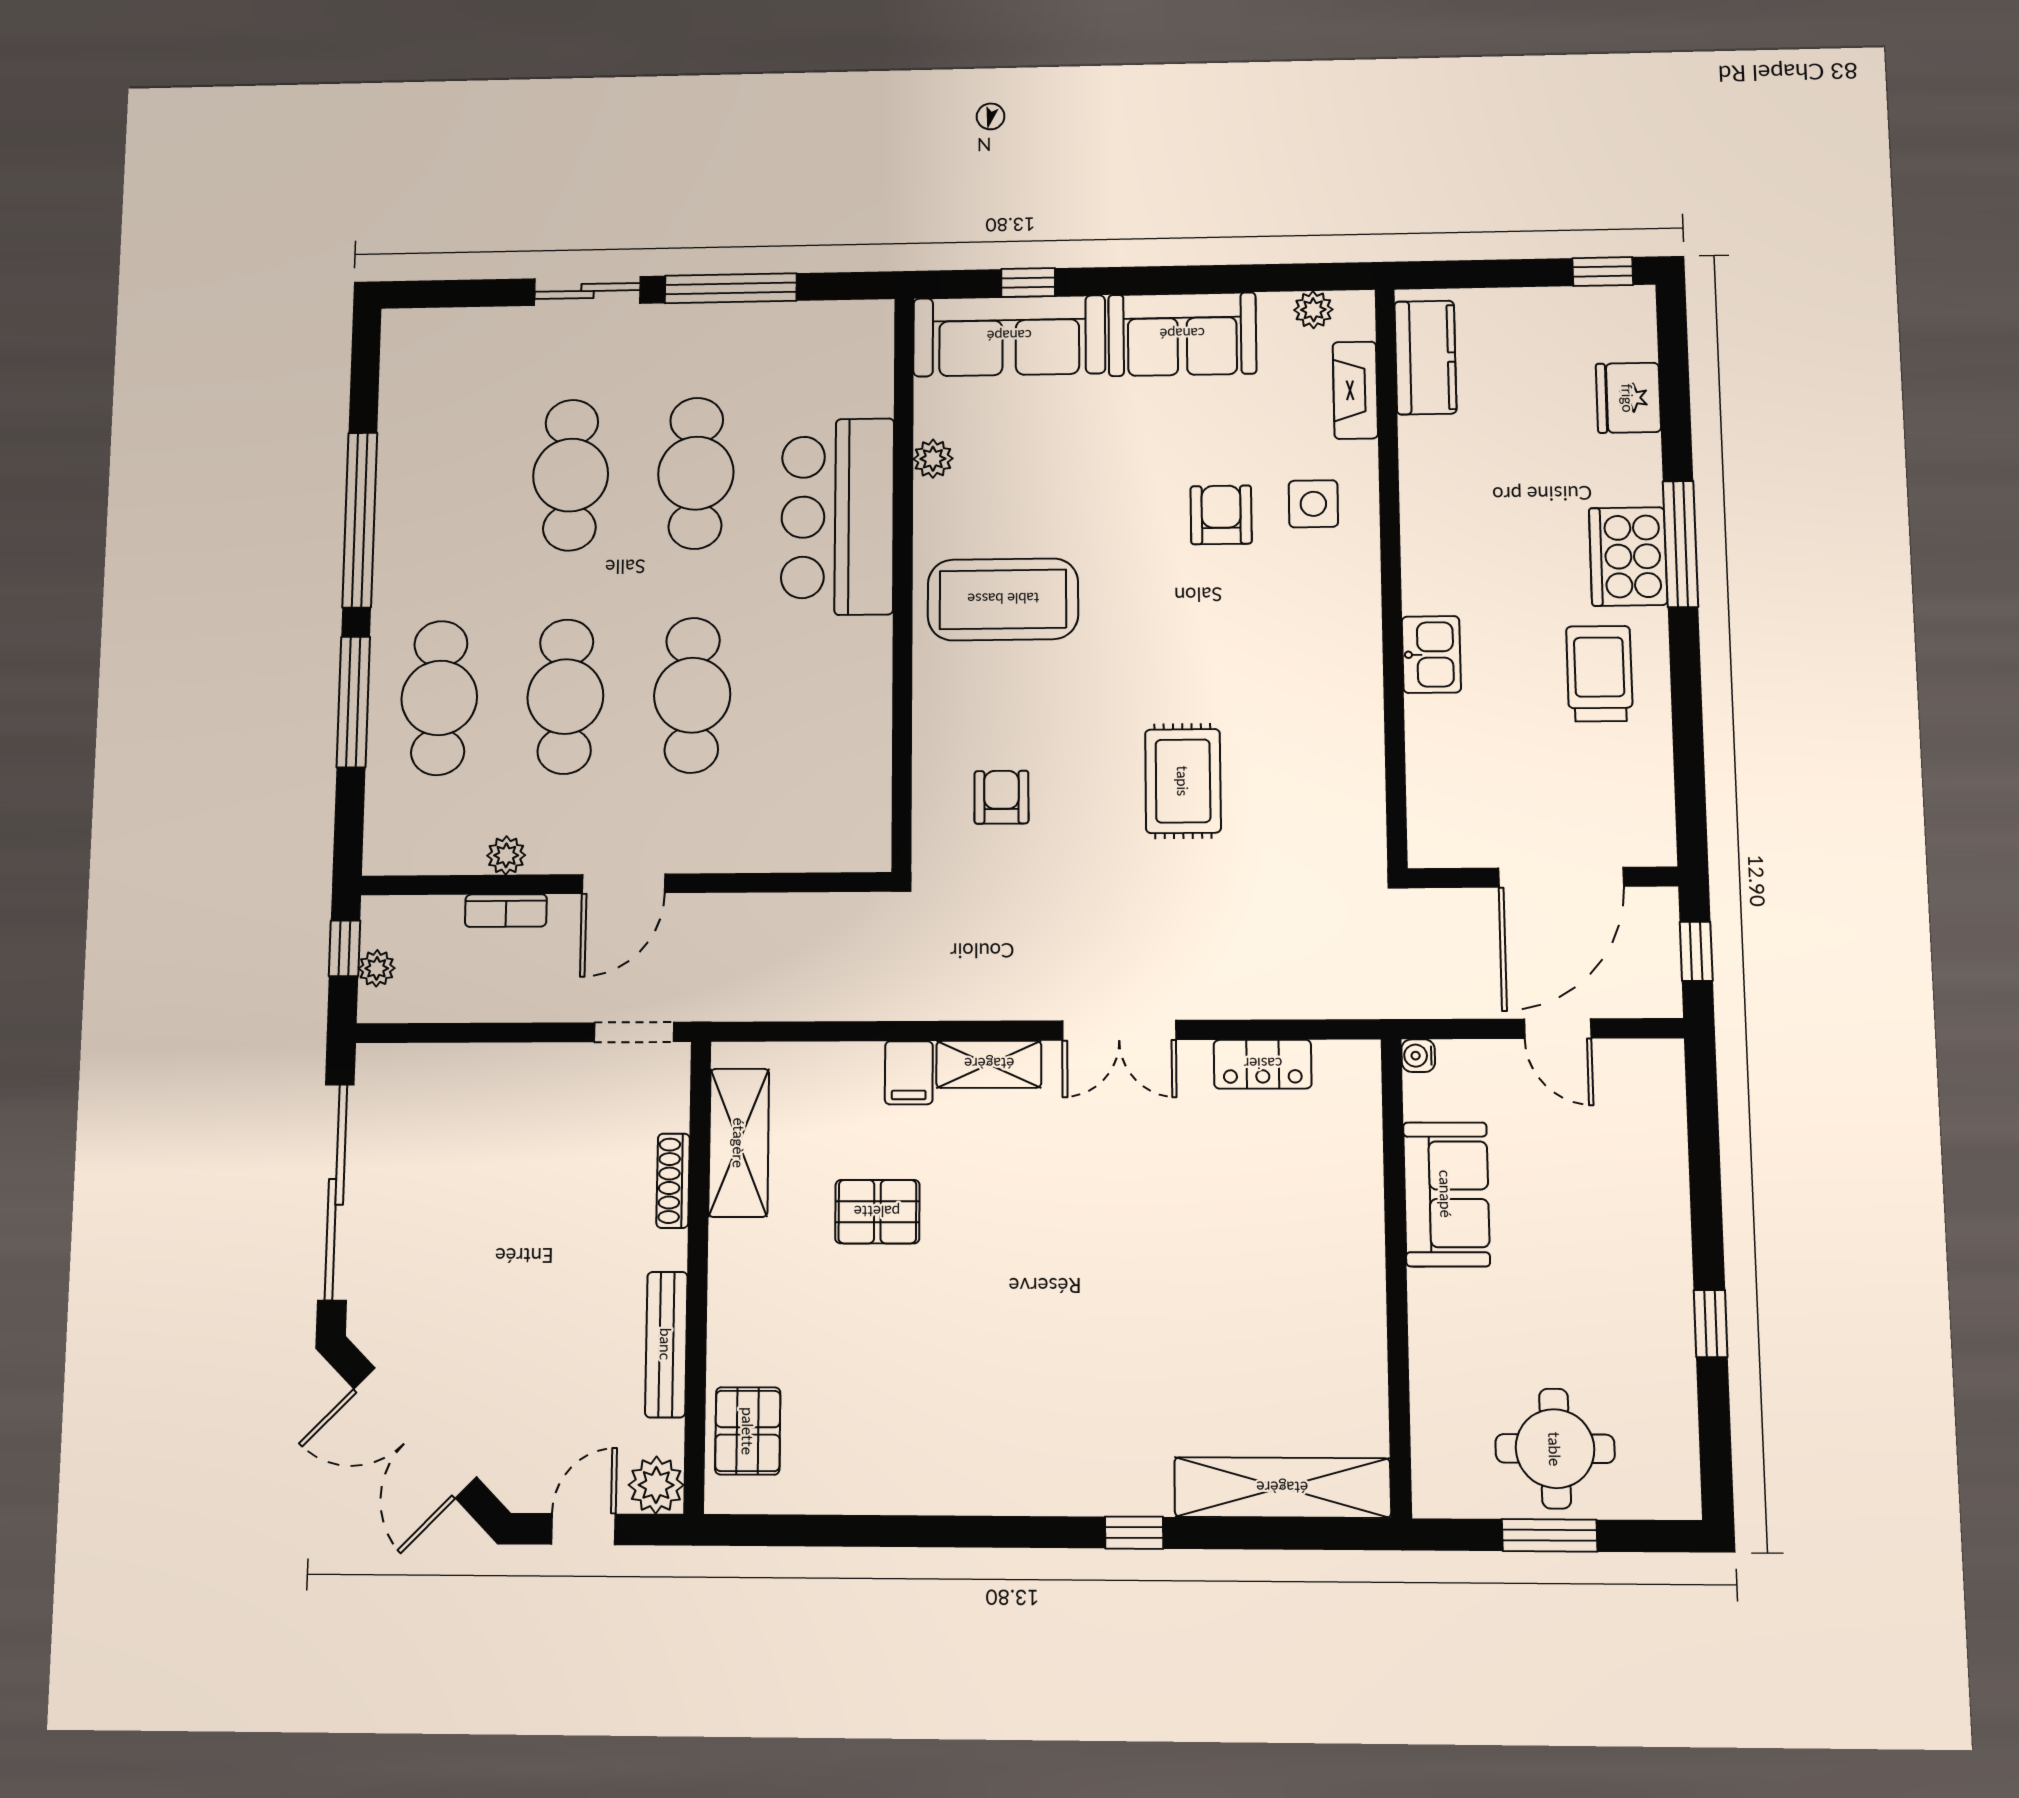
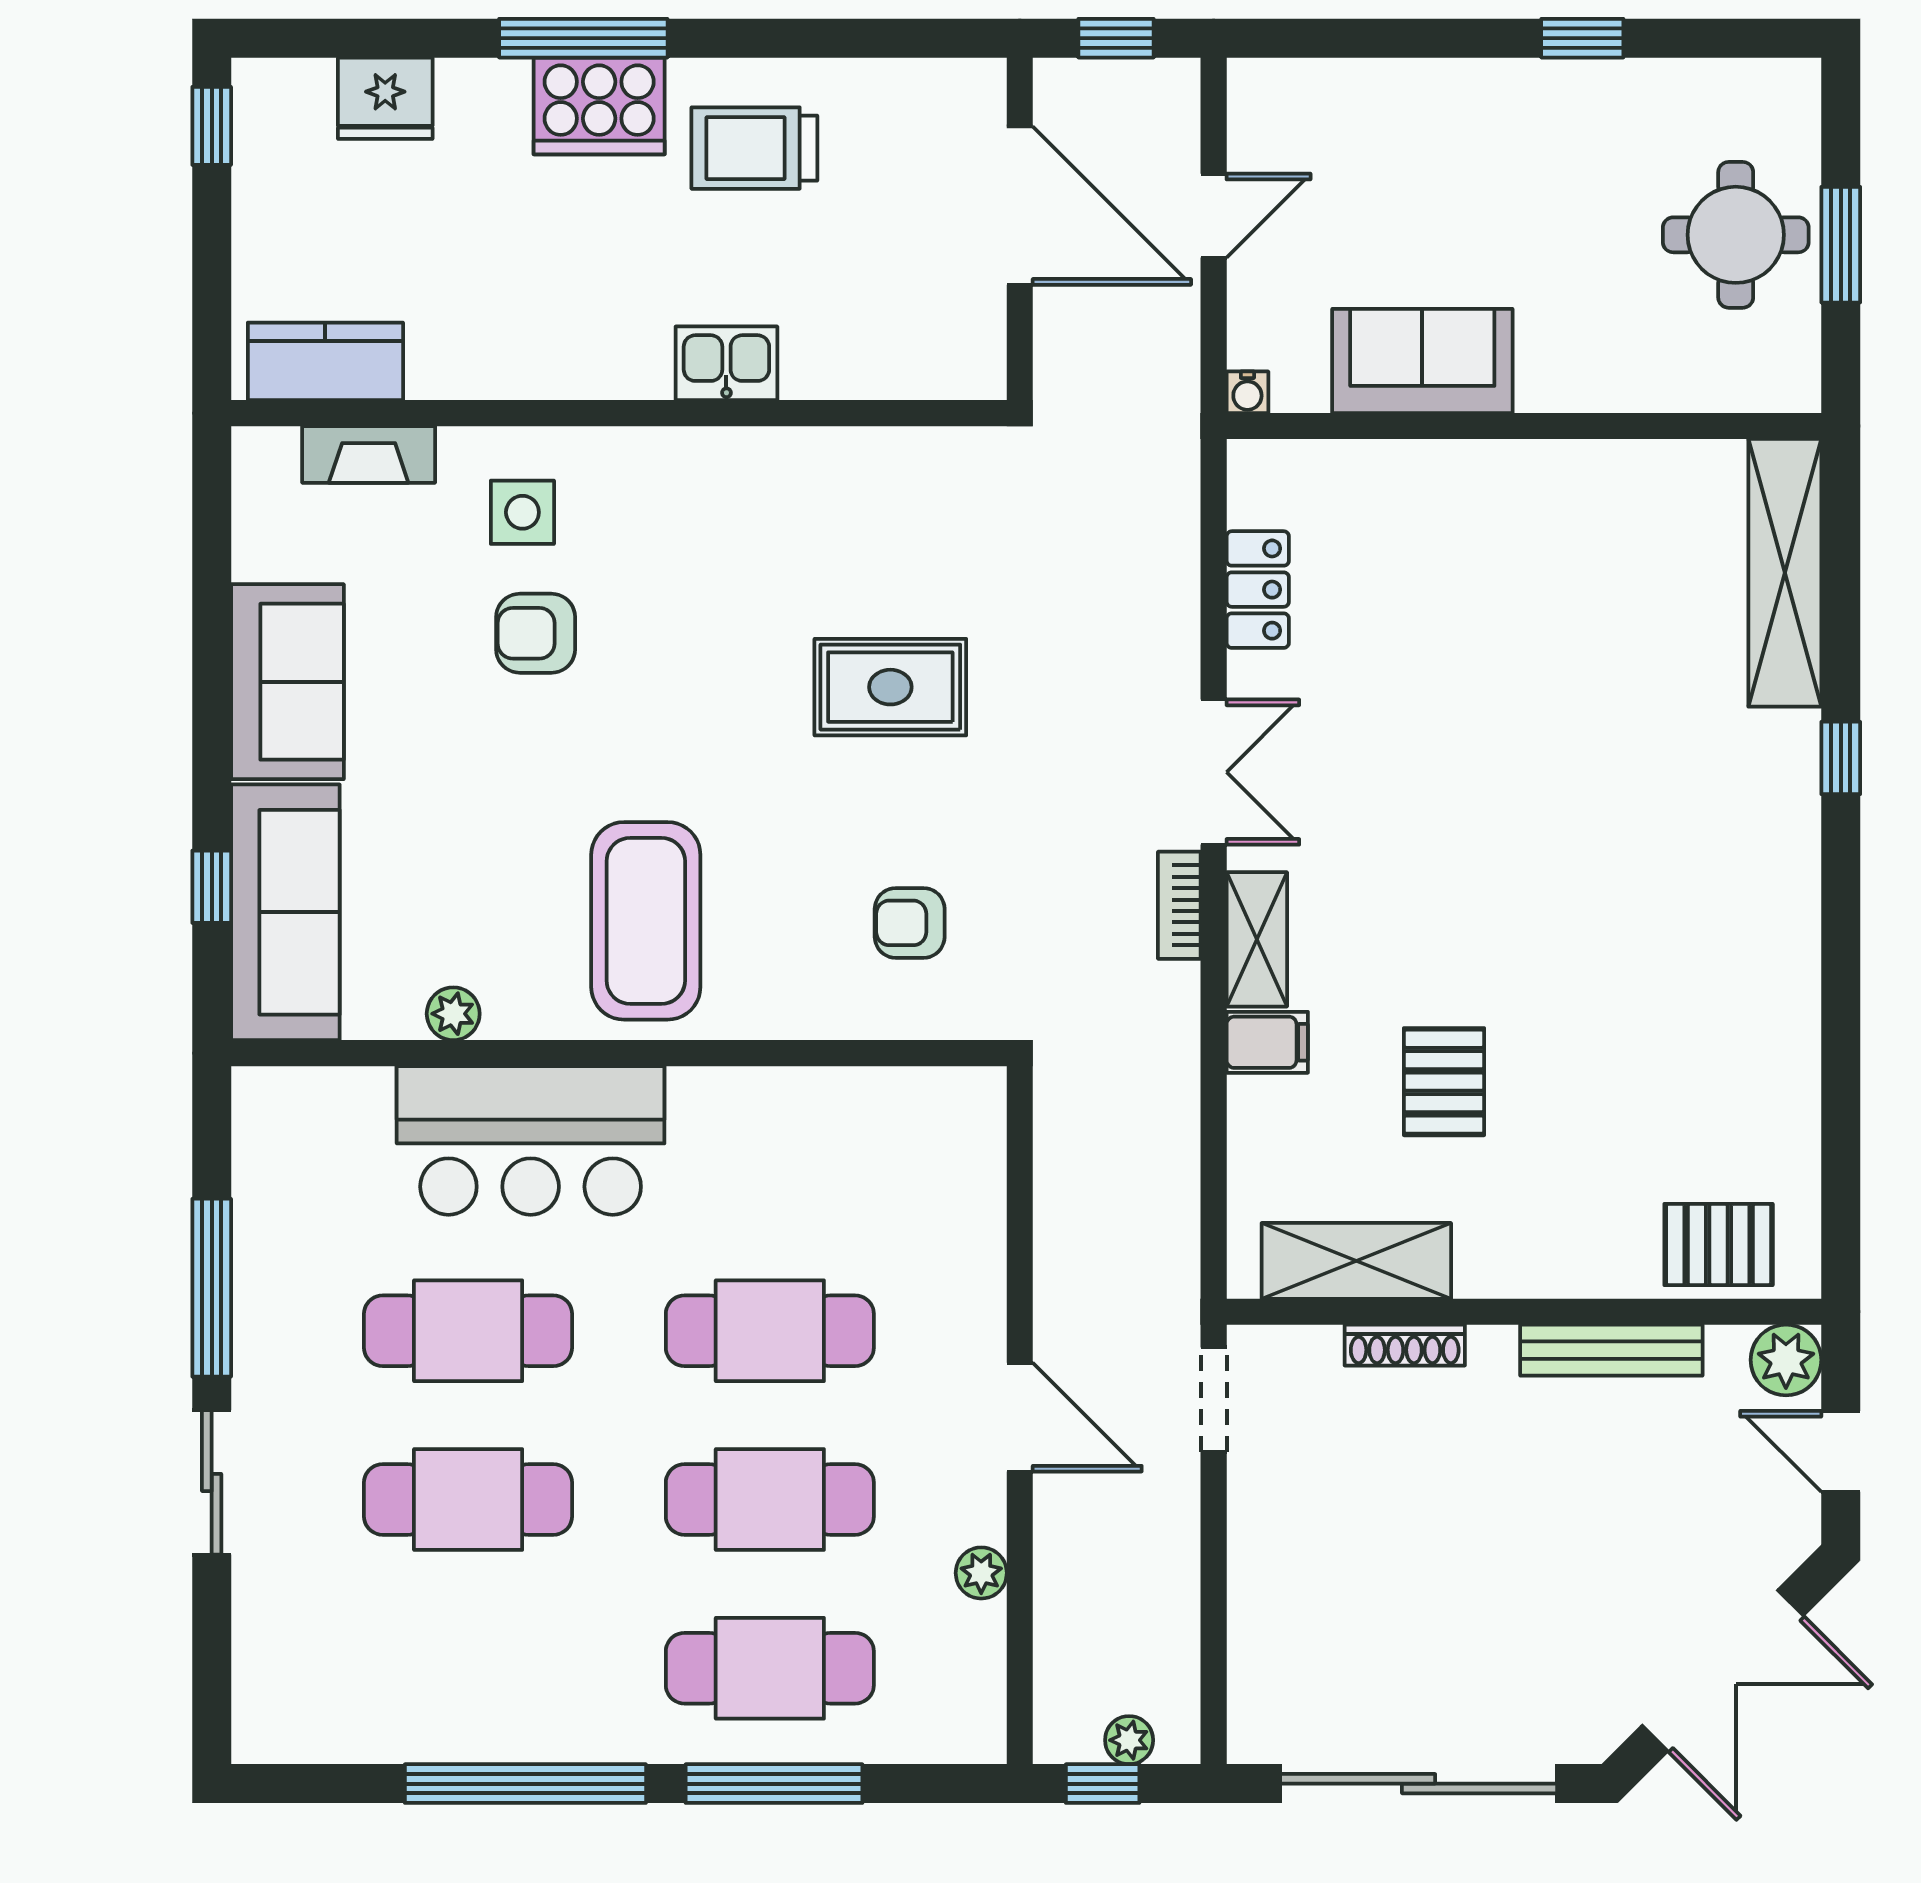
plant: (1313, 310) -> (257, 508), removed
bookcase: (506, 911) -> (1179, 905), moved, turned 180

